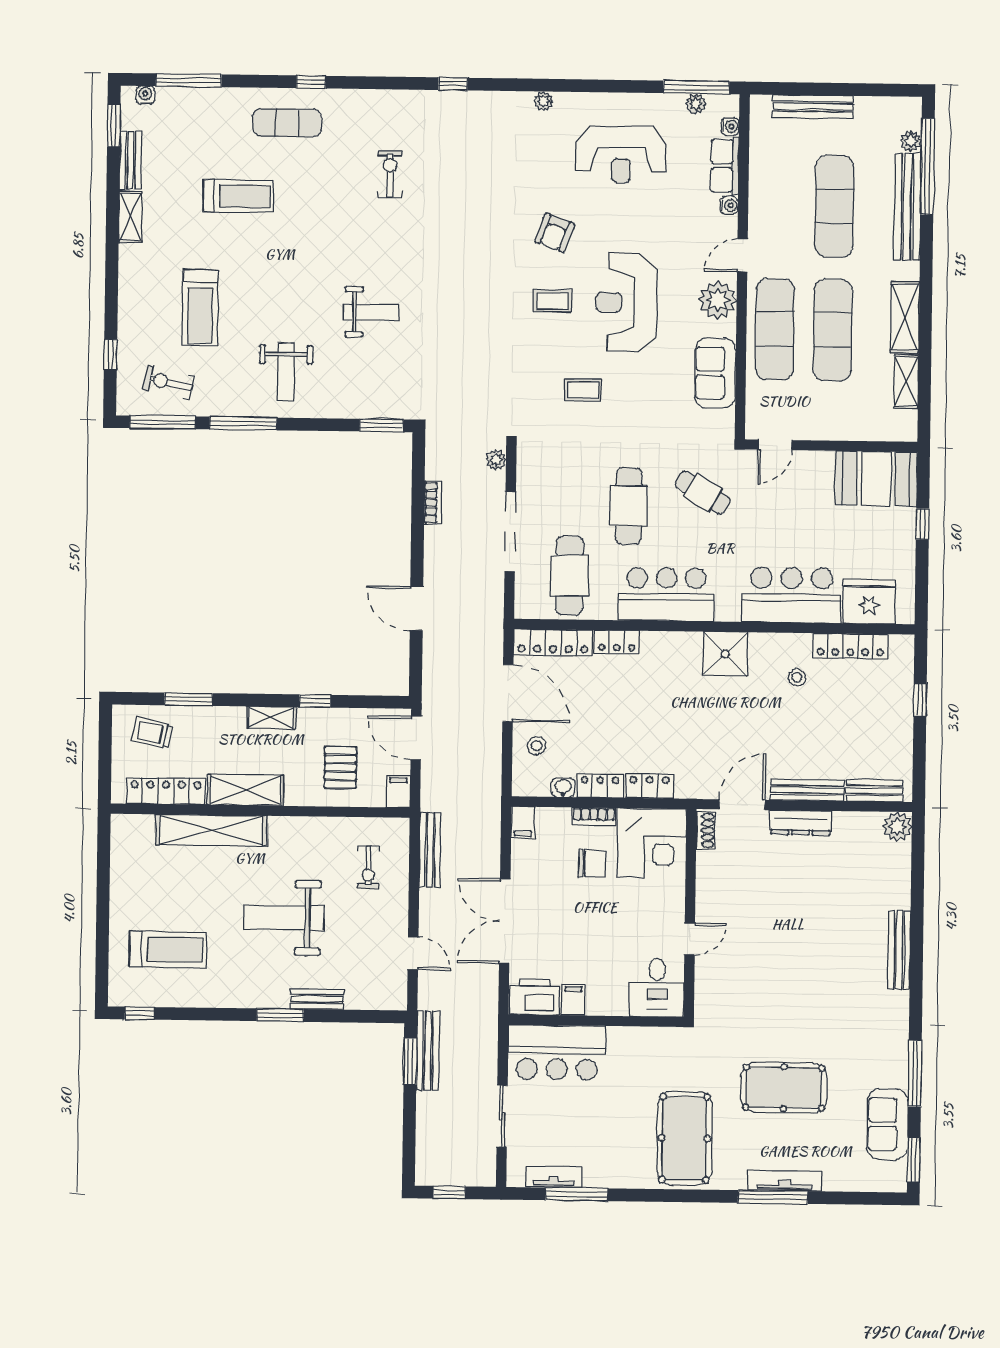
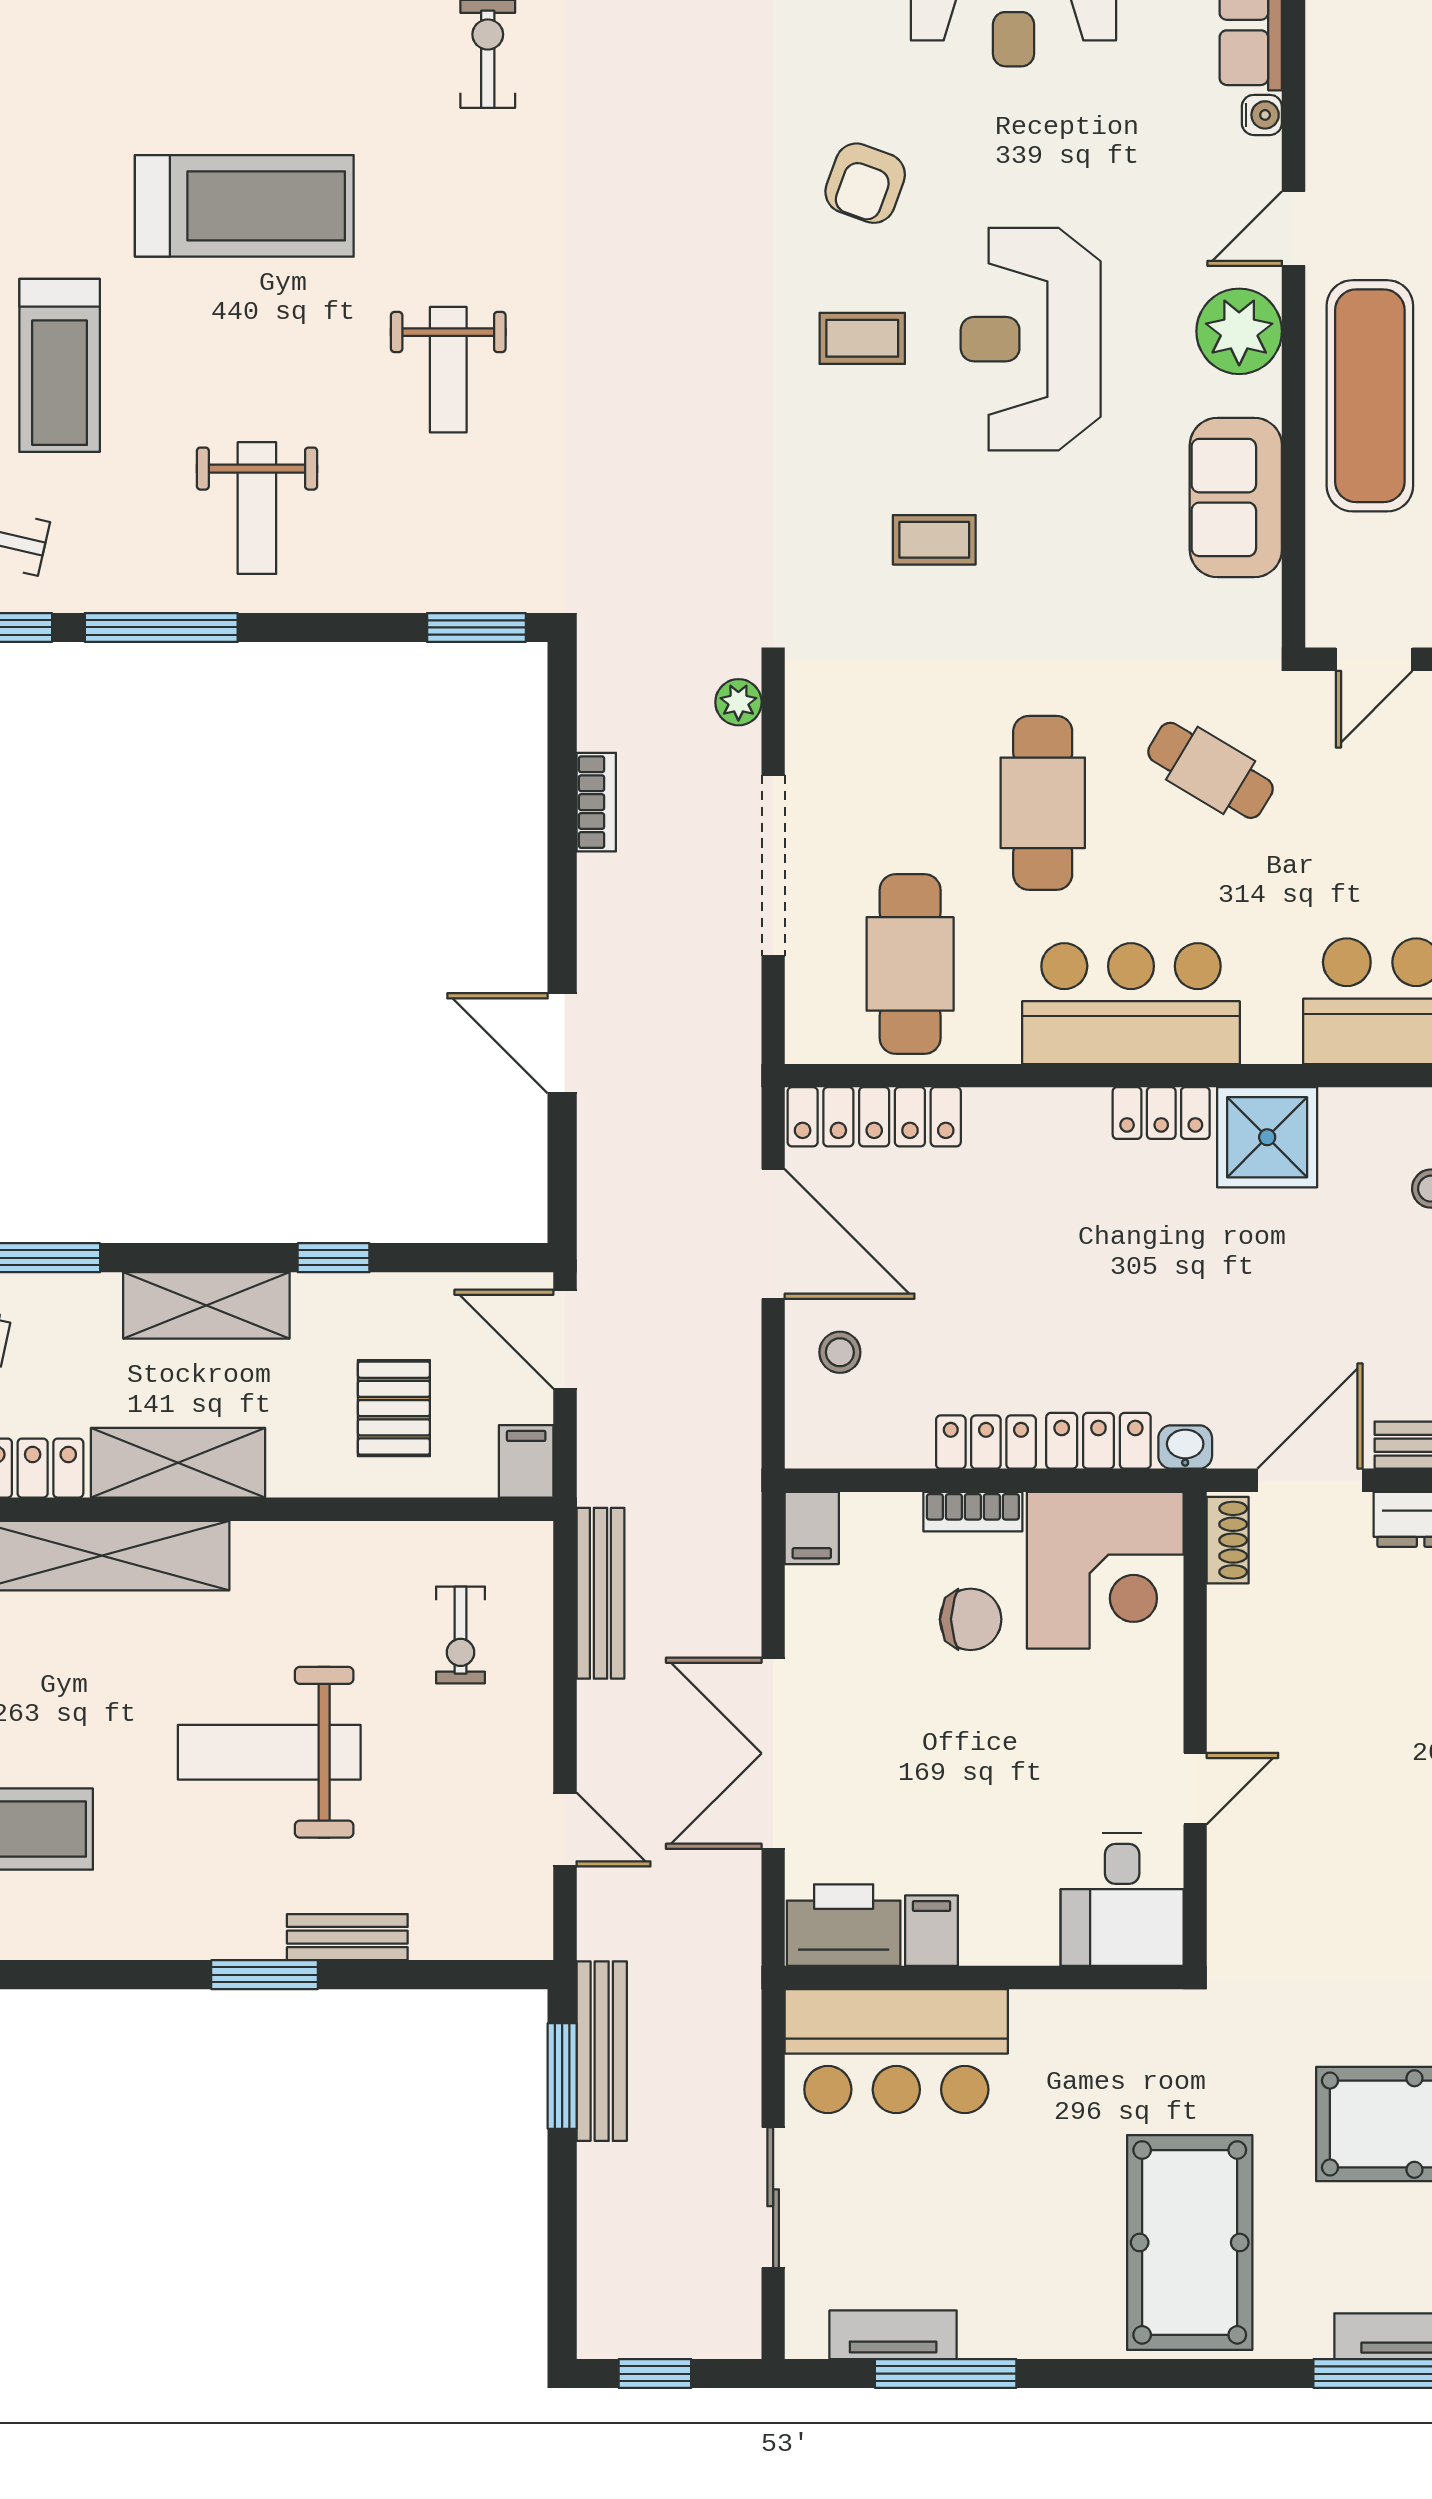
treadmill: (238, 196) -> (244, 206), moved, width x1.37, depth x1.38
weight bench: (371, 312) -> (448, 370), turned 90
locker: (617, 642) -> (1161, 1113), moved
shelving: (271, 718) -> (206, 1305), width x1.50, depth x1.33
washbasin: (563, 788) -> (1185, 1447), moved

